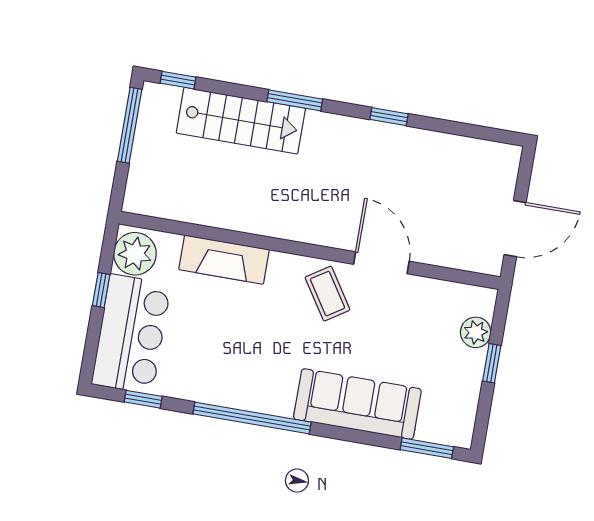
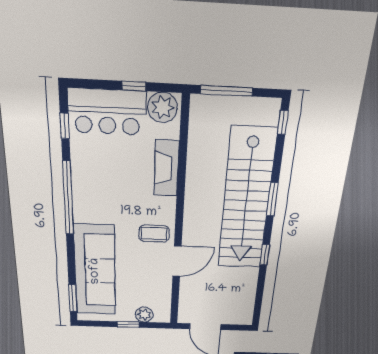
stairs: (241, 121) -> (246, 200), width x1.86, depth x1.51
window: (130, 125) -> (226, 91), moved
coffee table: (327, 294) -> (154, 234), turned 33
sofa: (357, 404) -> (95, 271), width x1.36, depth x1.27

